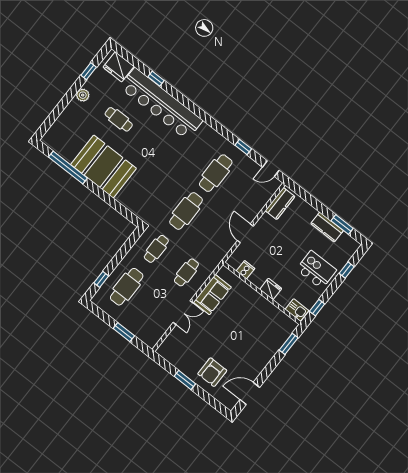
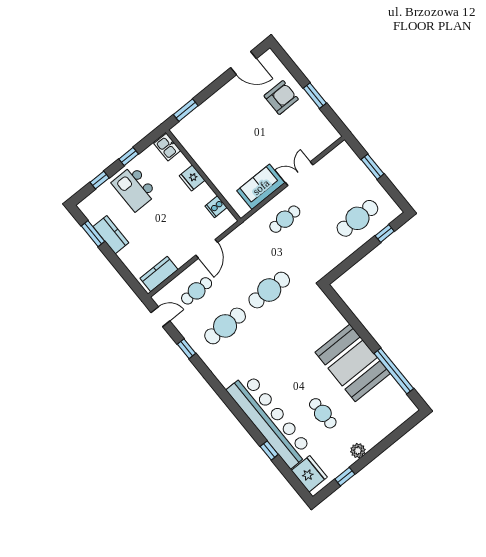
cafe table: (156, 249) -> (197, 291), moved
window: (317, 308) -> (129, 157), moved

